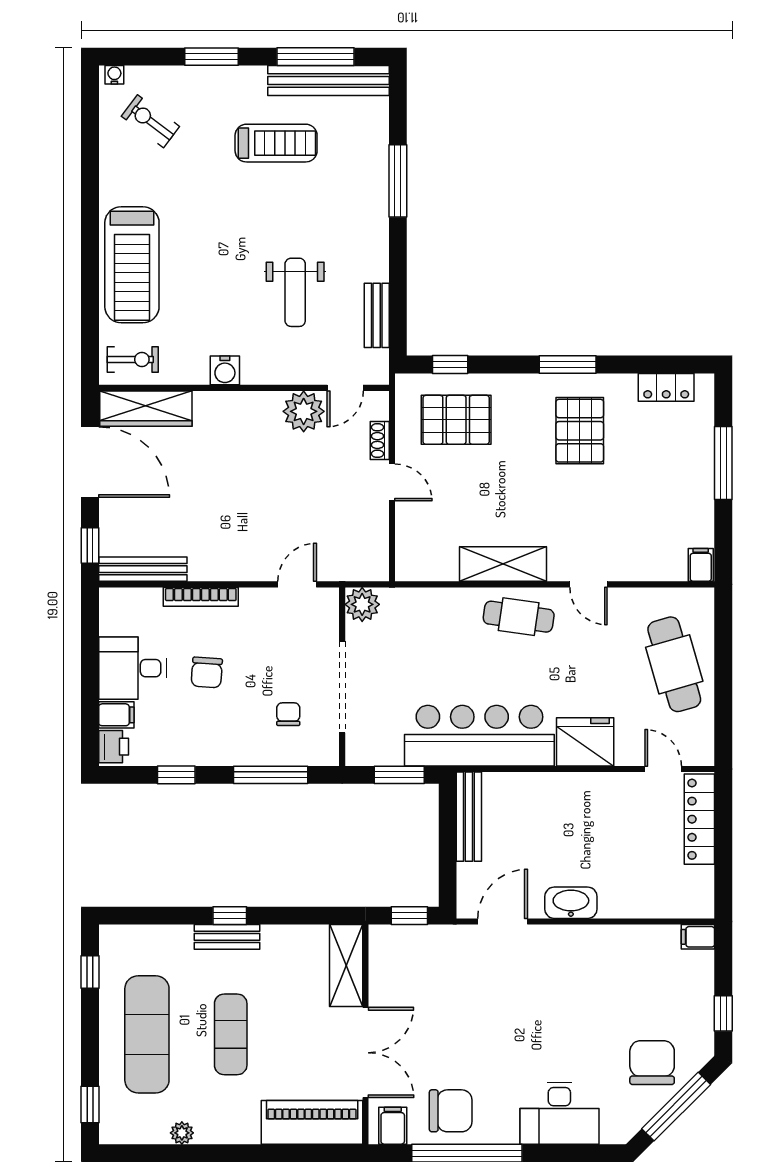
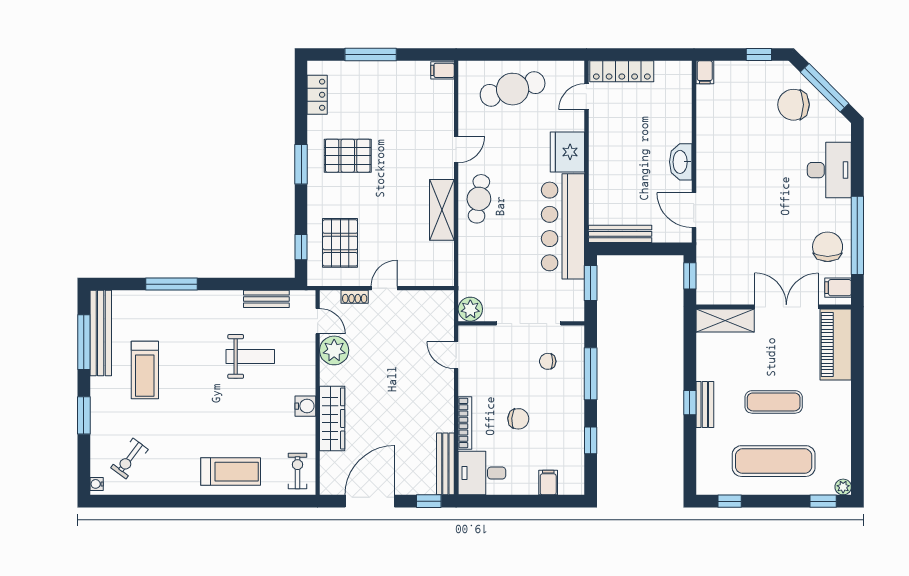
treadmill: (276, 143) -> (145, 370), turned 180
treadmill: (132, 265) -> (231, 472), width x0.73, depth x0.73
wardrobe: (146, 409) -> (332, 418), moved
desk: (132, 668) -> (482, 473), moved, turned 90
printer: (114, 747) -> (571, 485), removed
plant: (182, 1133) -> (843, 487), moved

